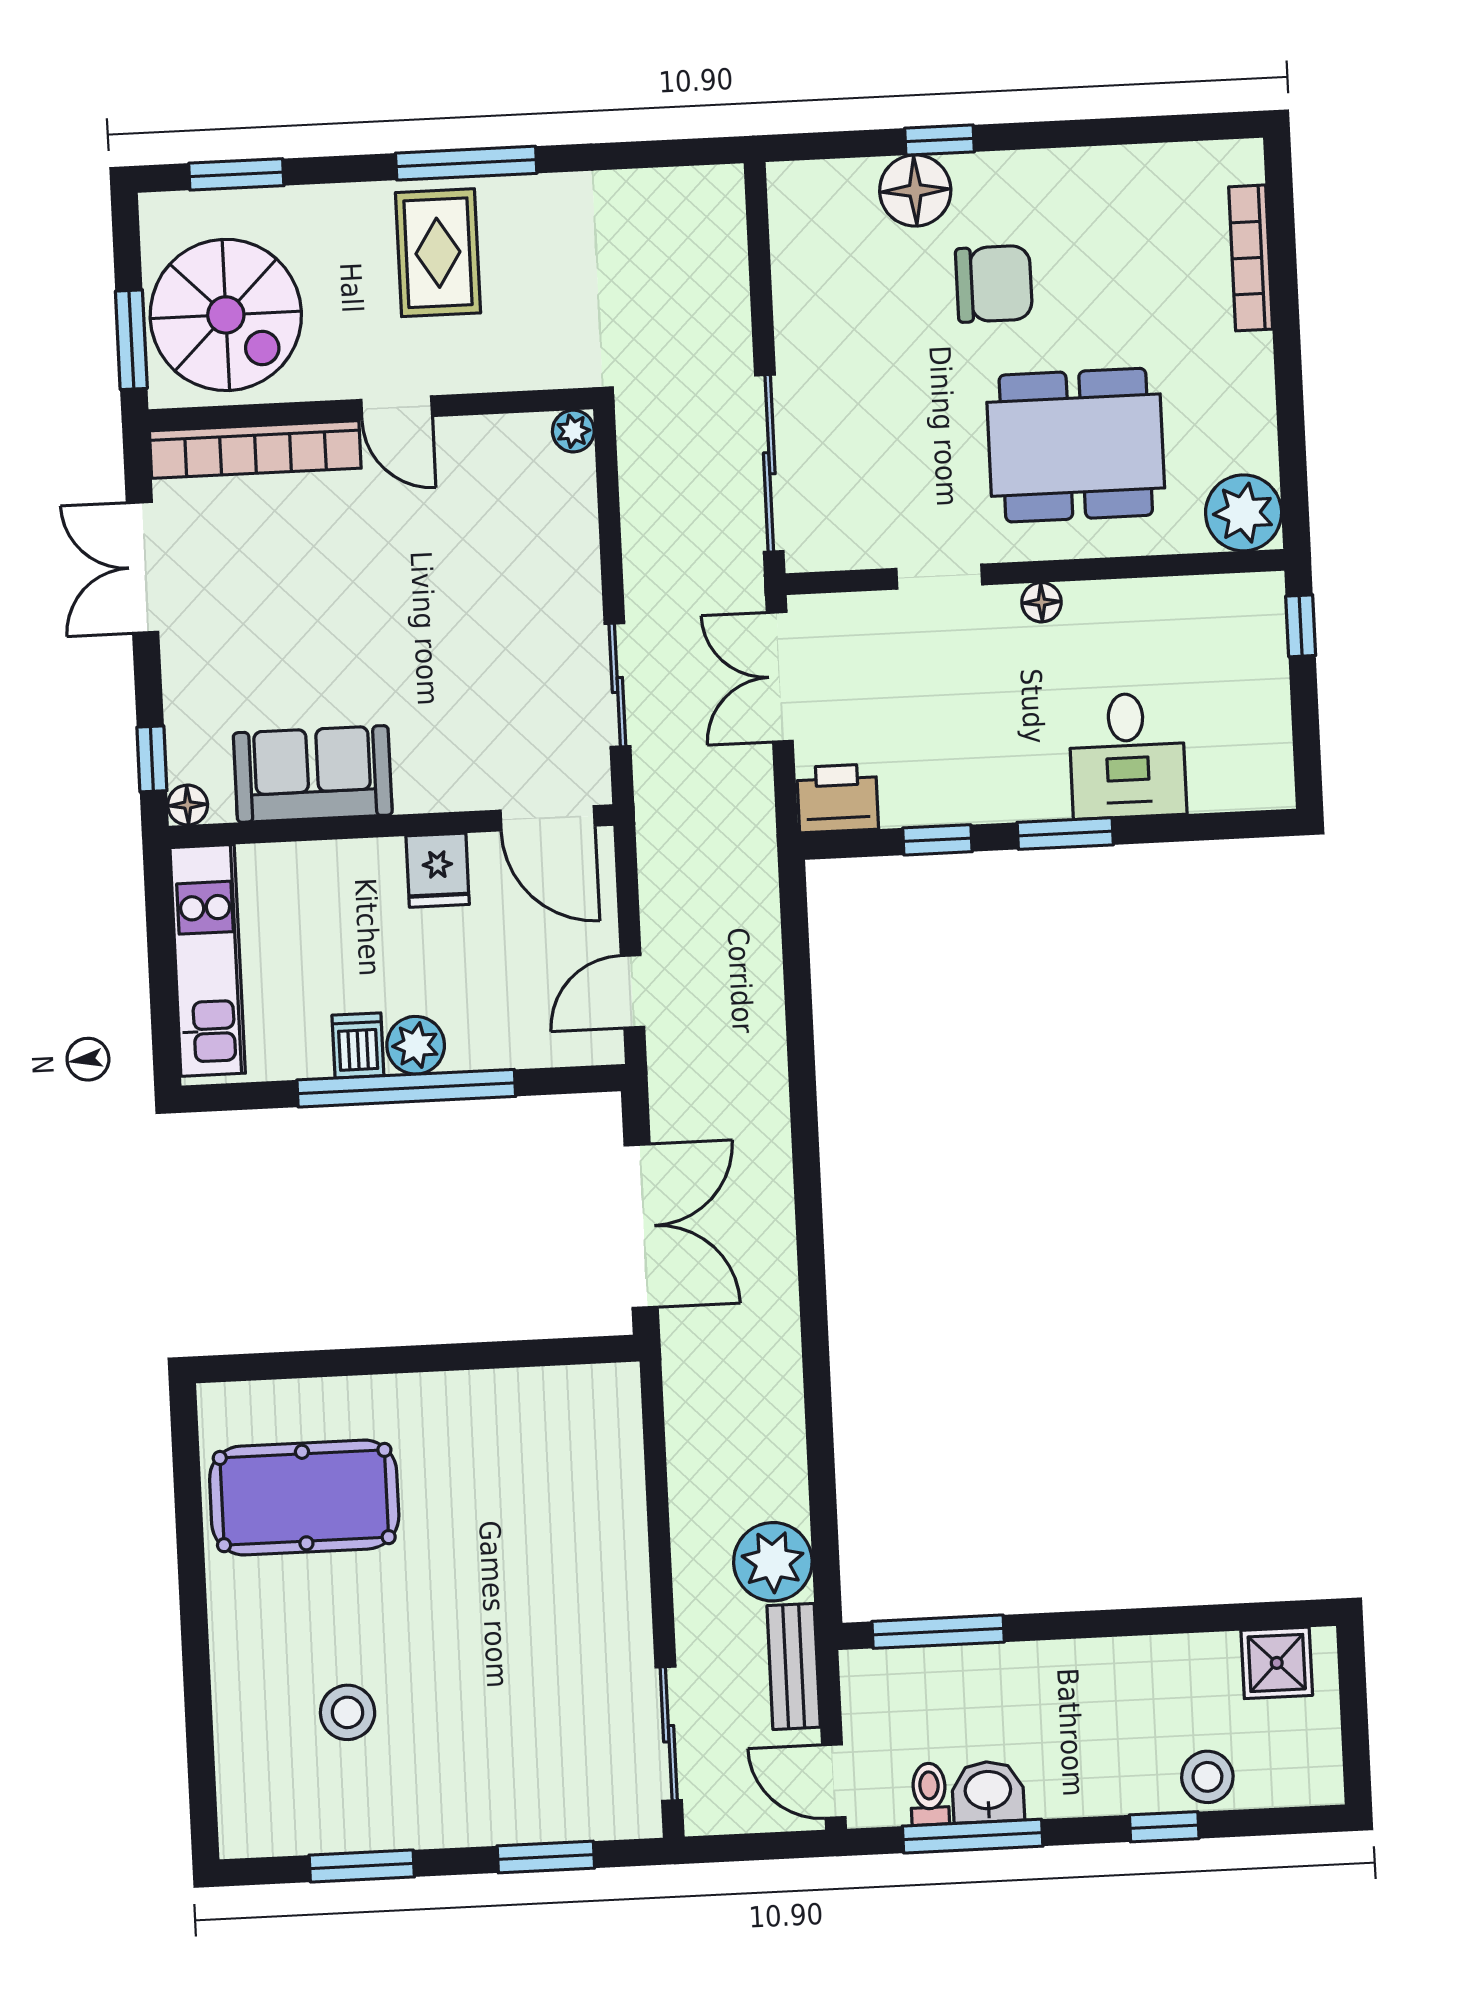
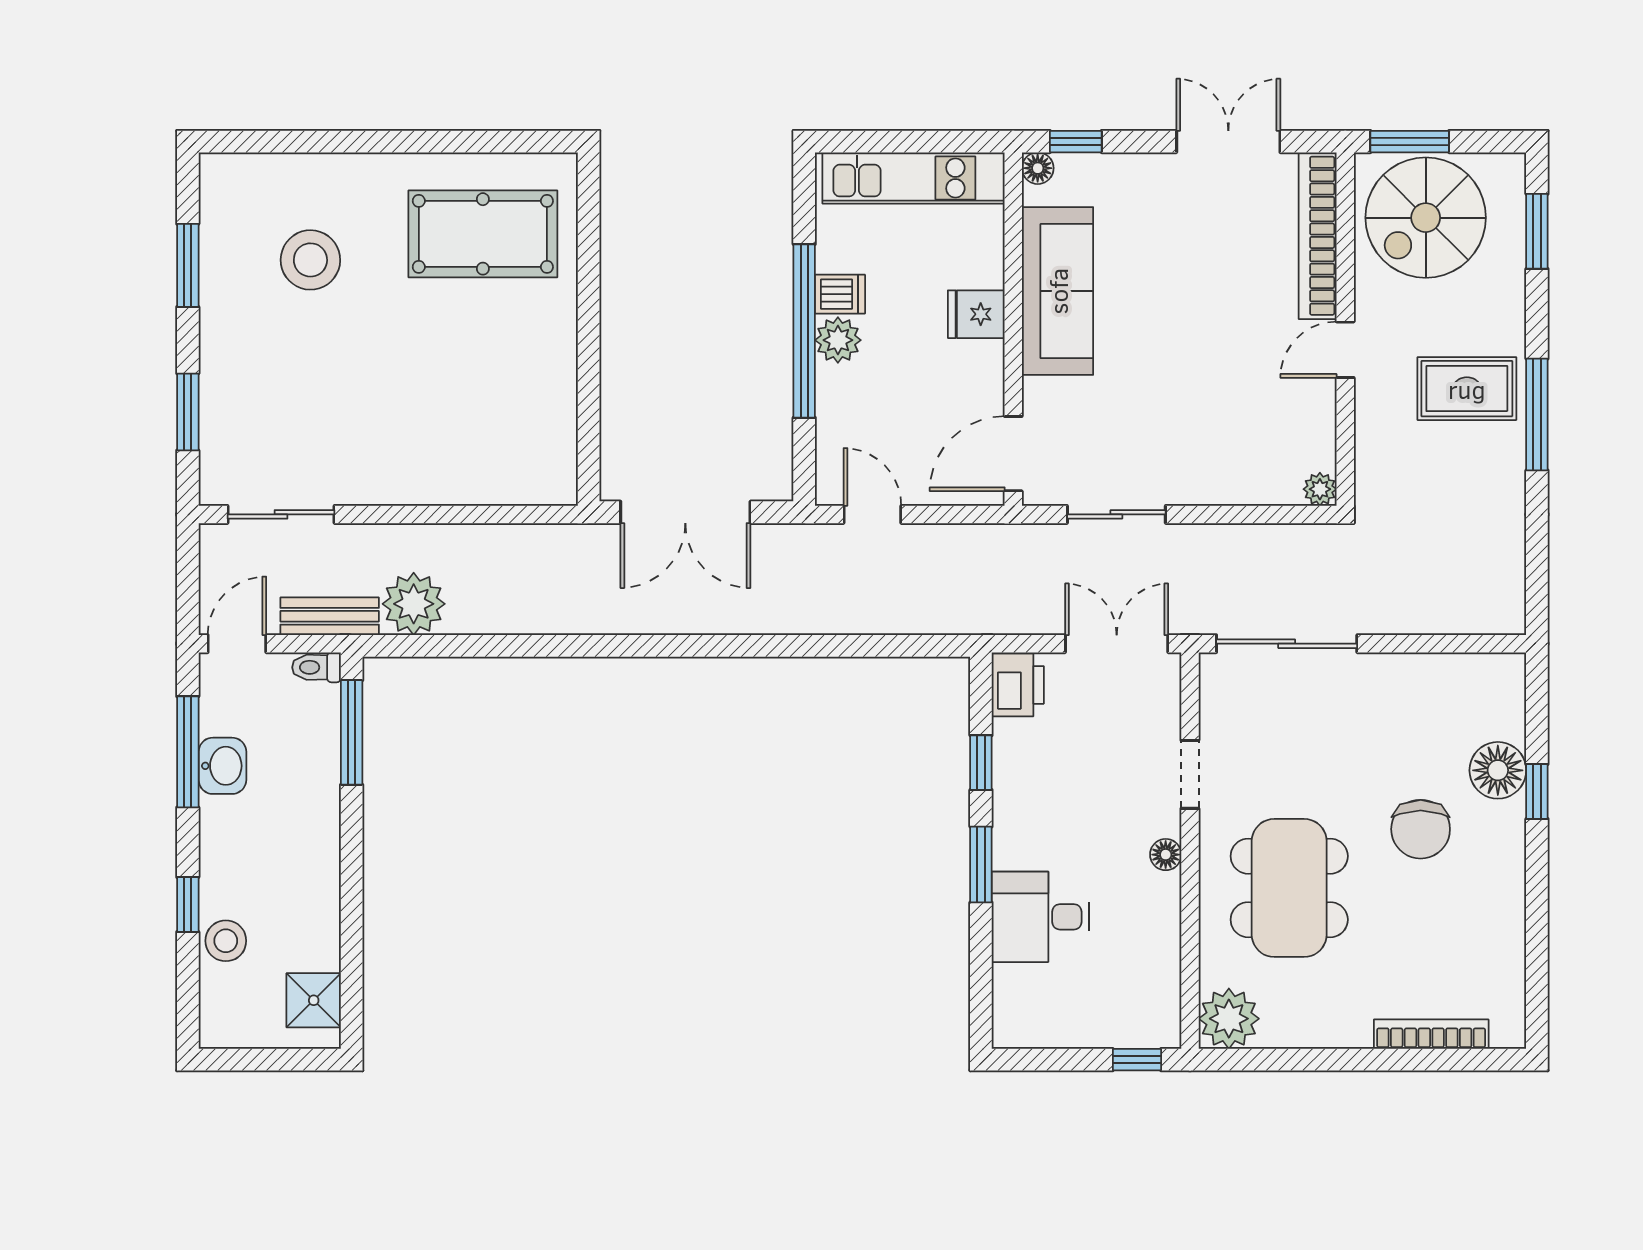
sofa: (313, 774) -> (1058, 291), width x1.36
fridge: (438, 870) -> (976, 314), moved
pool table: (304, 1498) -> (483, 234), turned 90
stool: (348, 1712) -> (310, 260), width x1.38, depth x1.38
toilet: (929, 1794) -> (316, 667), moved, turned 180

